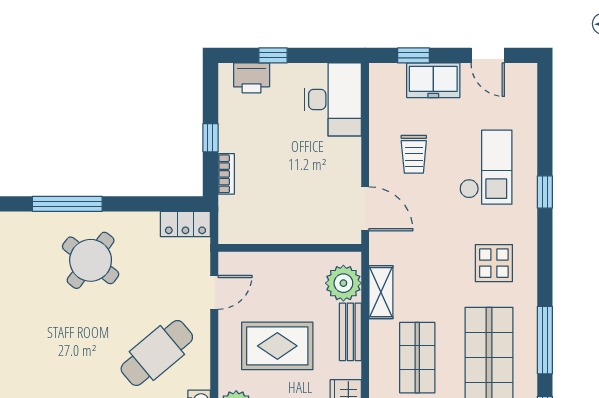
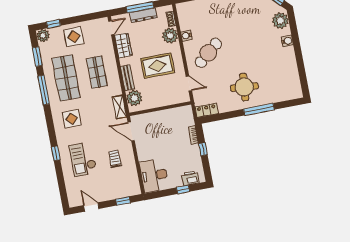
freezer: (433, 80) -> (112, 192), removed
round table: (91, 260) -> (244, 87), turned -32
door: (214, 292) -> (189, 83), swing flipped
shelving: (381, 292) -> (120, 107), moved

